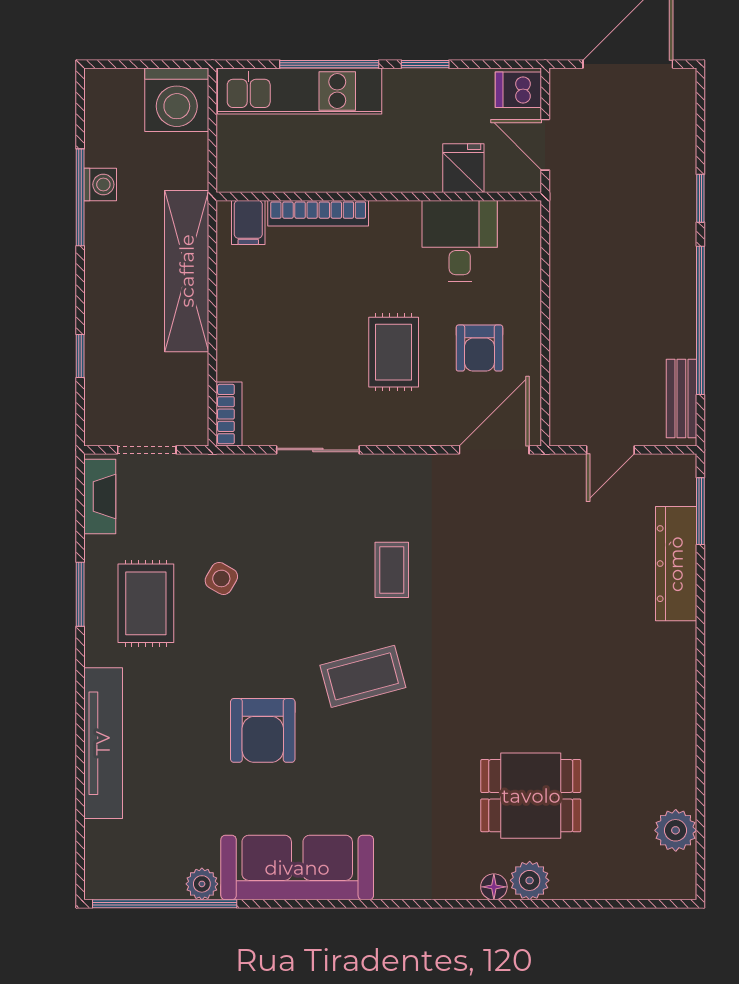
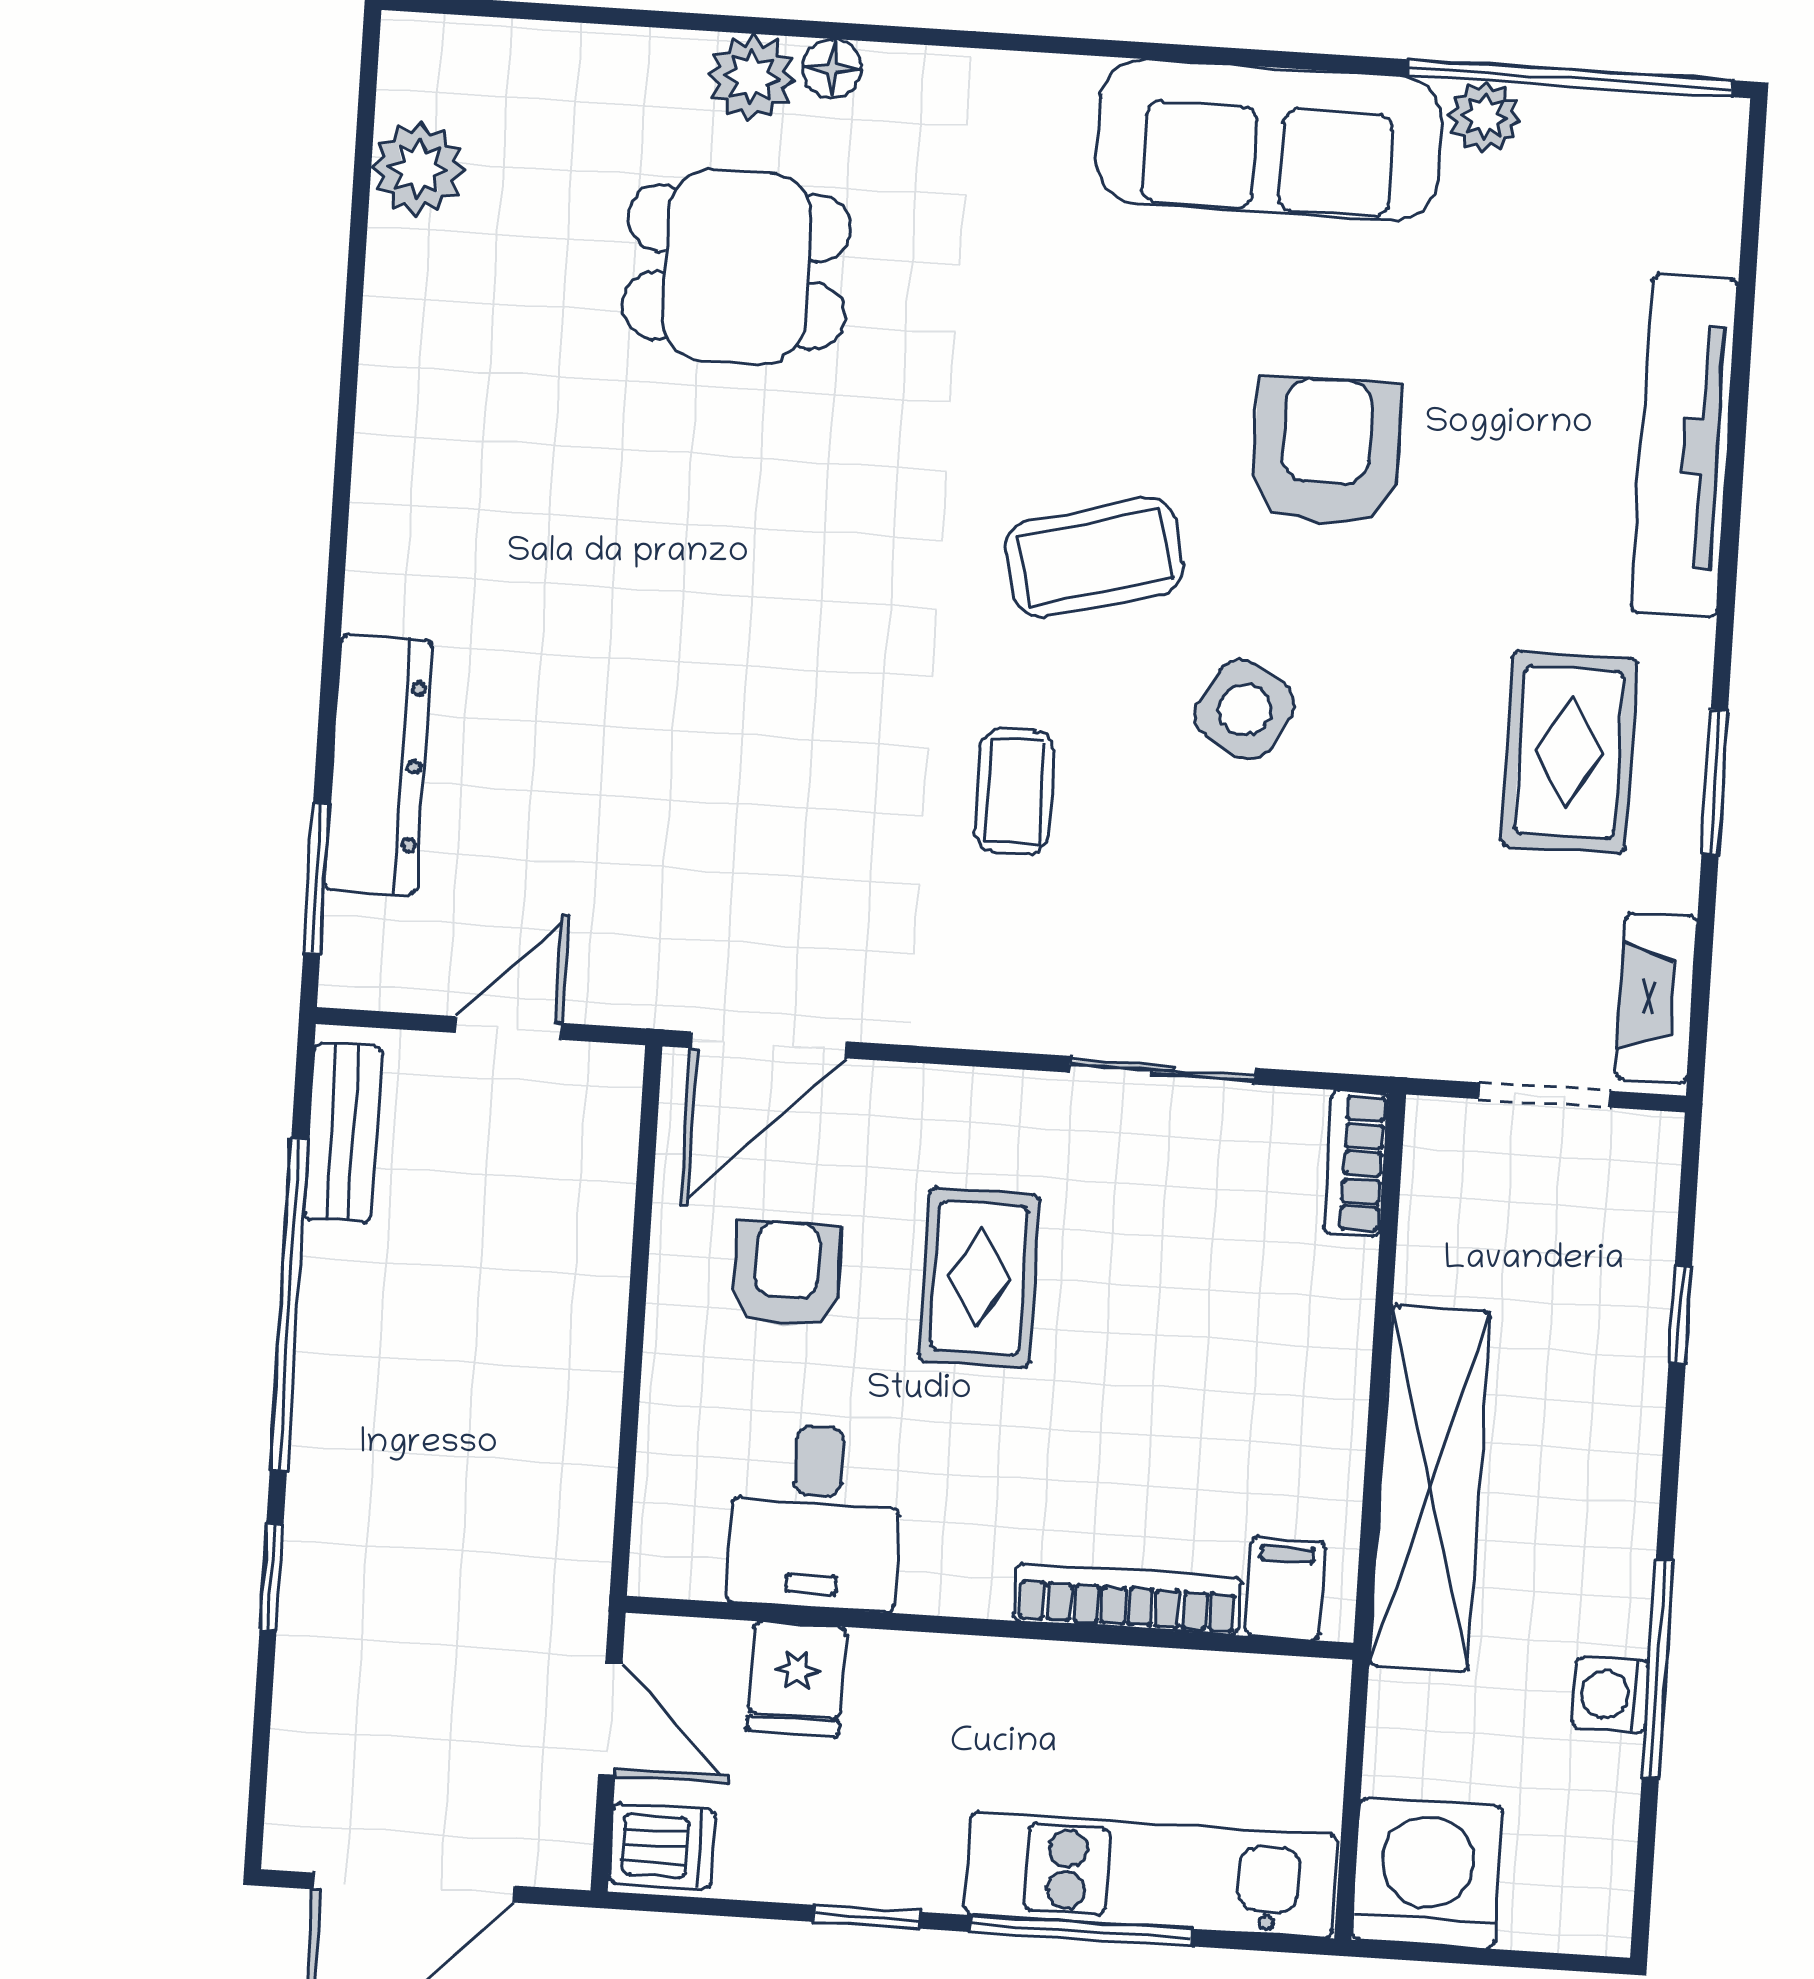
side table: (221, 578) -> (1245, 710), moved, width x1.37, depth x1.37

